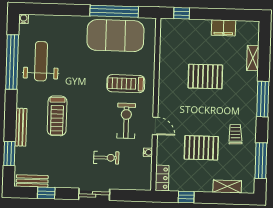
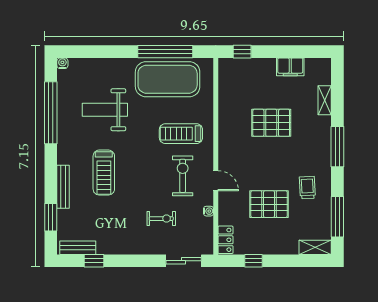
weight bench: (41, 61) -> (105, 110), moved, turned -90
shelving: (227, 186) -> (315, 247), moved
sliding door: (94, 194) -> (184, 261), moved

